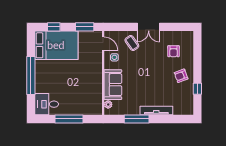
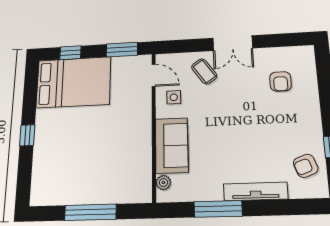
window: (31, 76) -> (27, 135), width x0.32
armchair: (181, 76) -> (306, 166), moved
desk: (47, 104) -> (51, 185), removed

